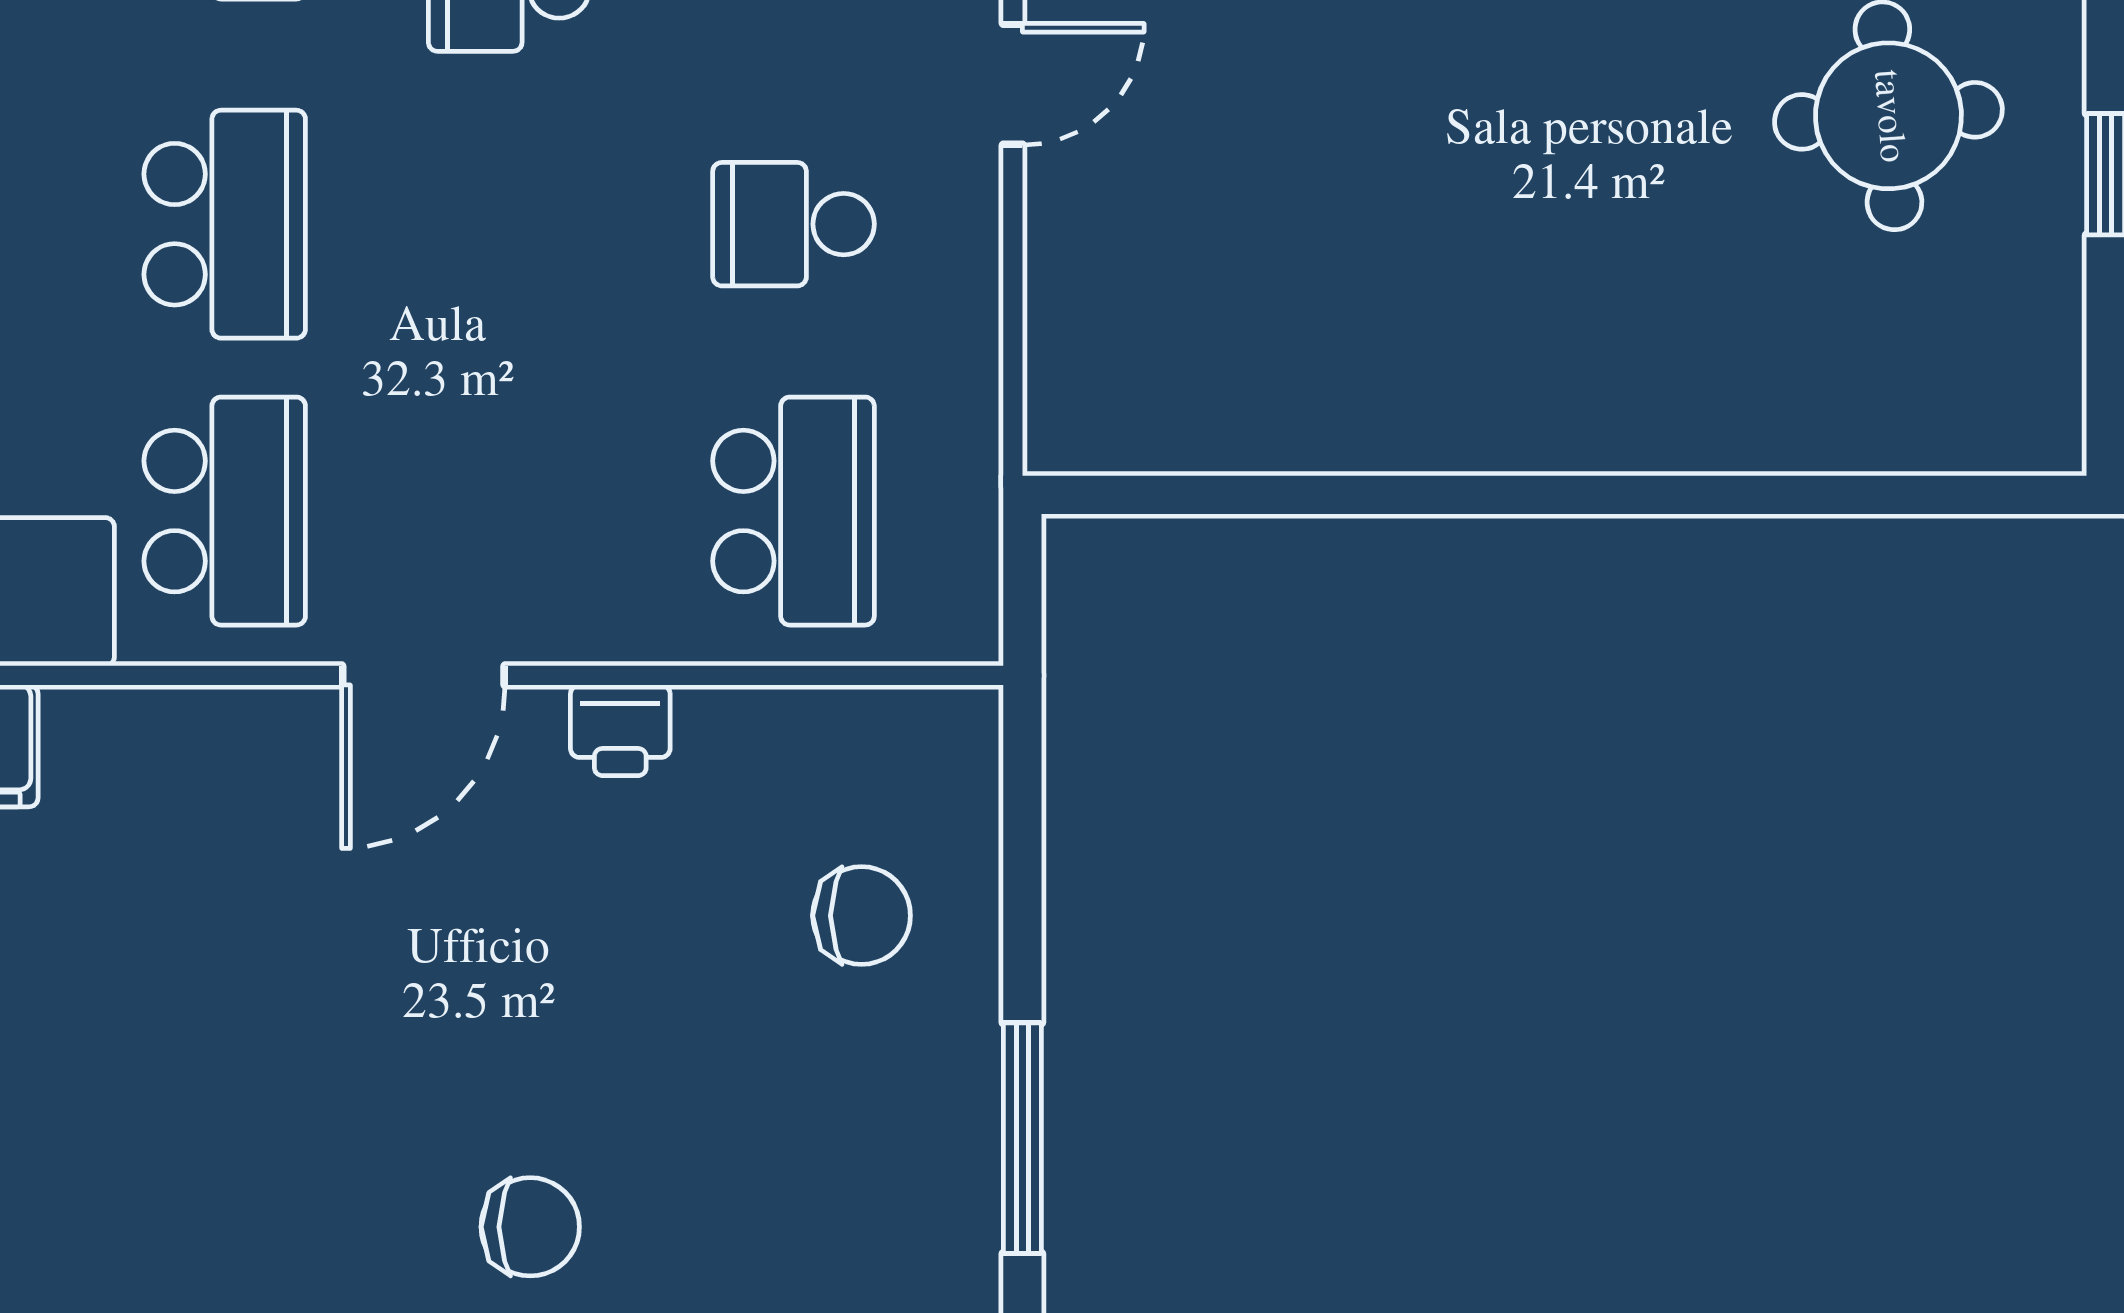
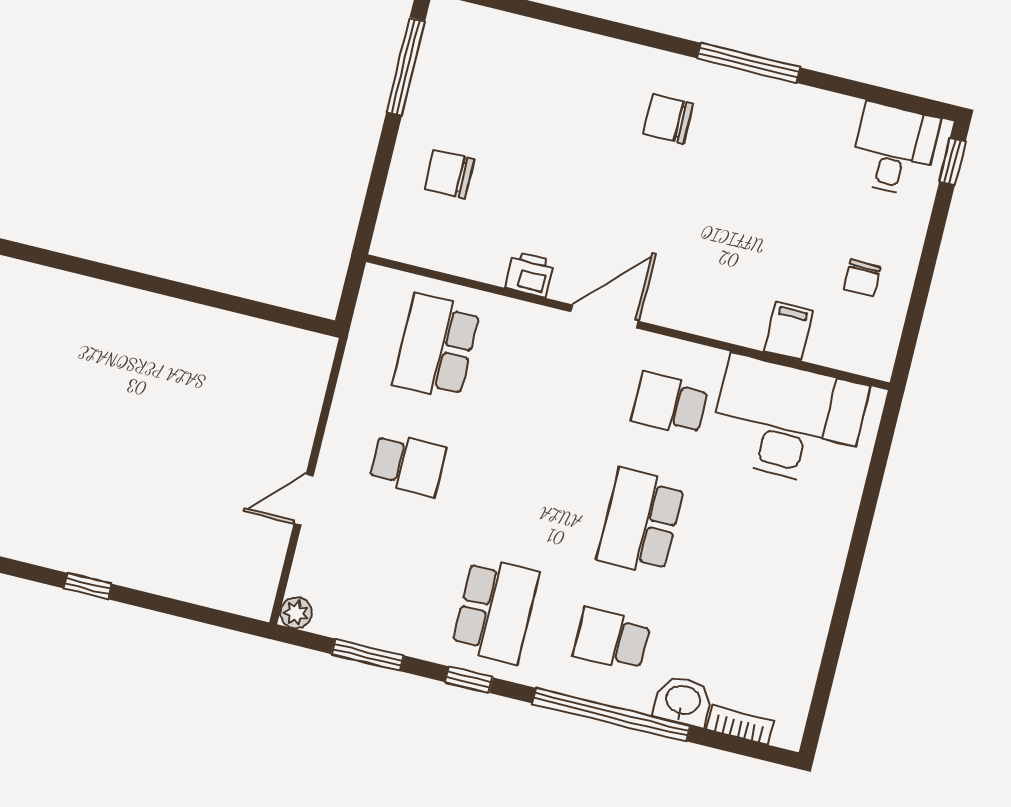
school desk: (225, 511) -> (670, 404), width x0.54
chair: (530, 1227) -> (668, 119), moved

